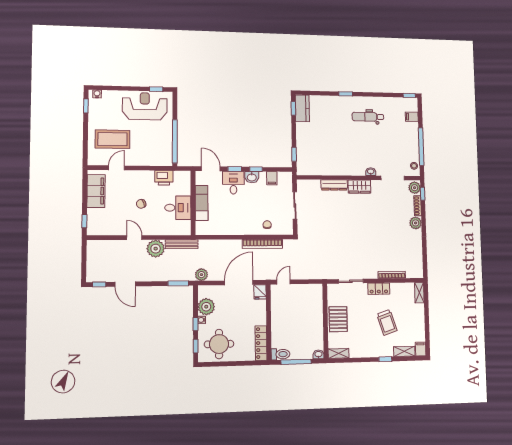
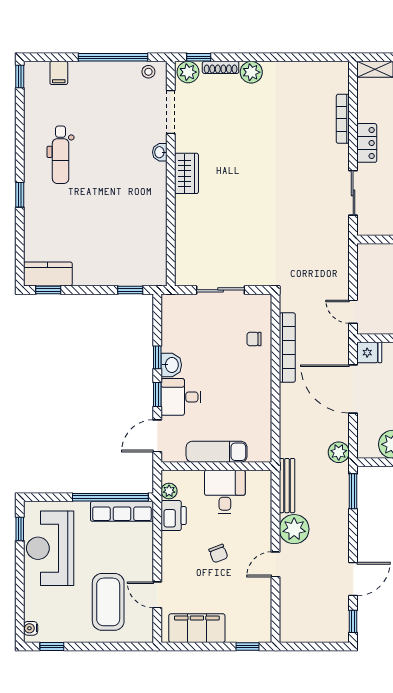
row of seats: (166, 148) -> (122, 511), added
plant: (178, 175) -> (169, 491), added
filing cabinet: (272, 178) -> (173, 330), removed
dresser: (334, 185) -> (184, 219), removed

